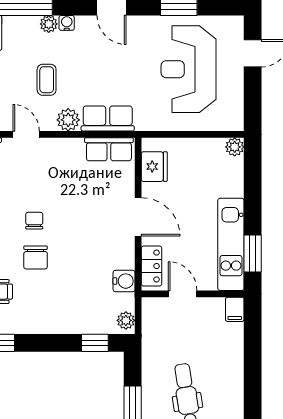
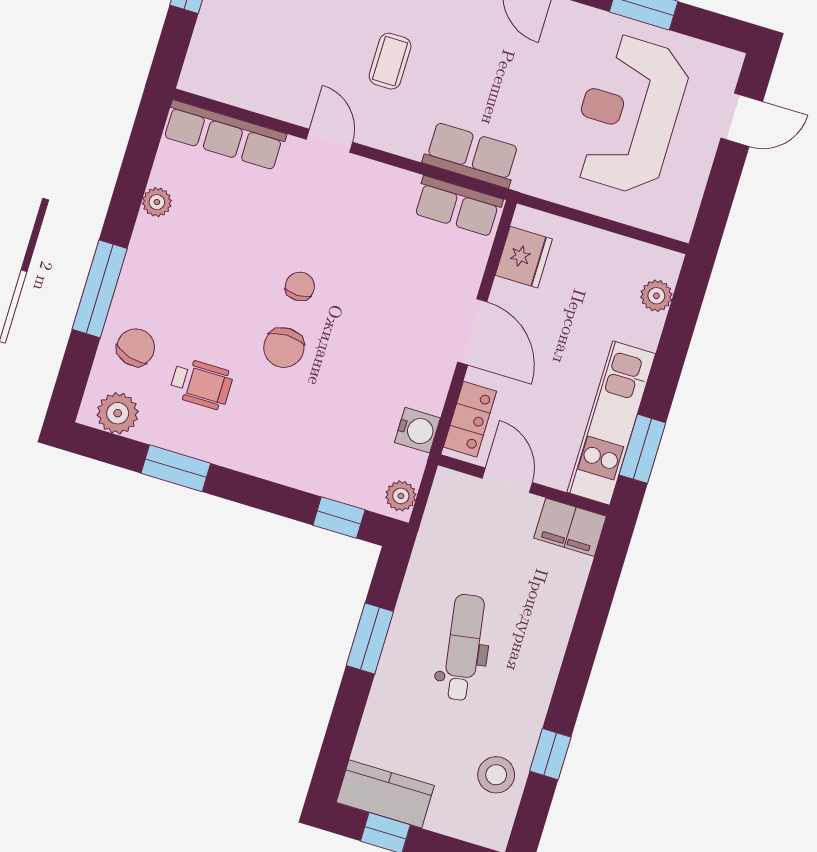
plant: (68, 120) -> (406, 138), removed
plant: (235, 147) -> (656, 296), moved
filing cabinet: (235, 309) -> (570, 527), width x2.00

